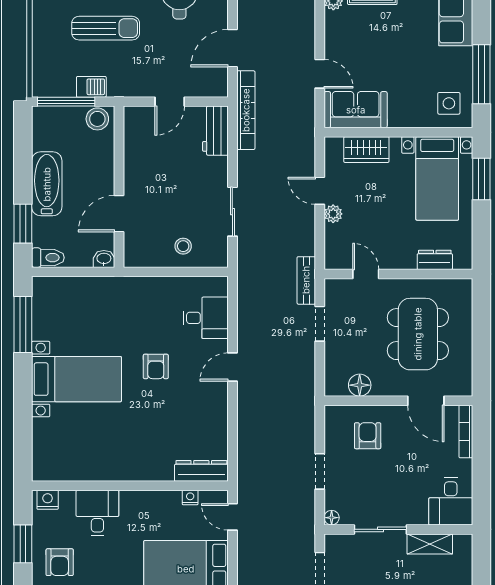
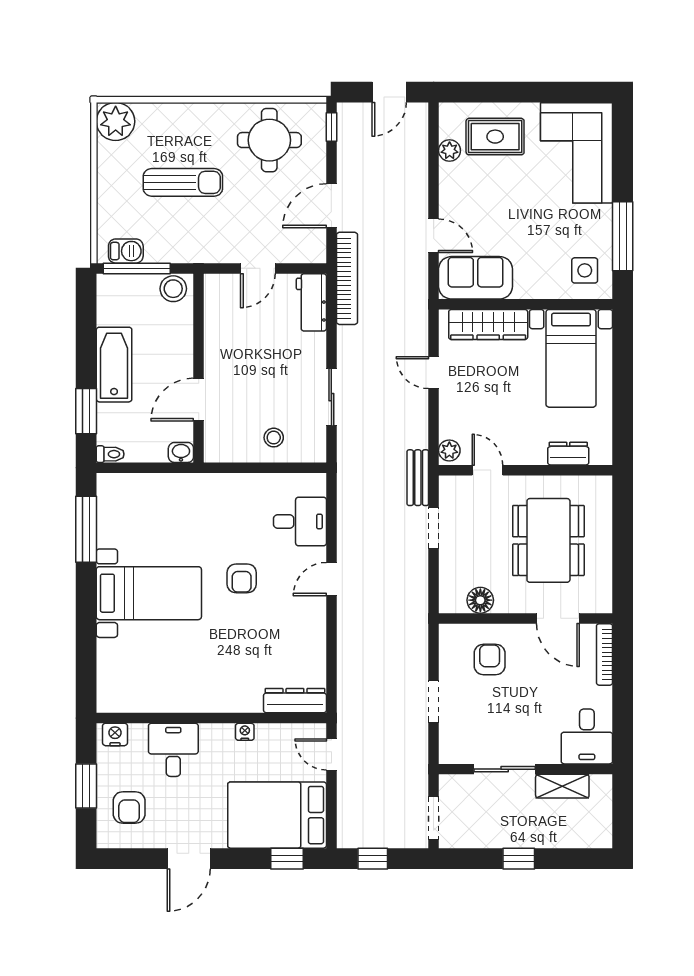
barbecue: (91, 87) -> (126, 251), moved
wardrobe: (366, 150) -> (488, 325), width x1.50
window: (481, 179) -> (623, 359), removed
plant: (333, 214) -> (449, 450), moved
toilet: (48, 258) -> (110, 454), width x0.73, depth x0.72
nightstand: (190, 498) -> (245, 732), moved
floor lamp: (332, 518) -> (447, 755), removed

